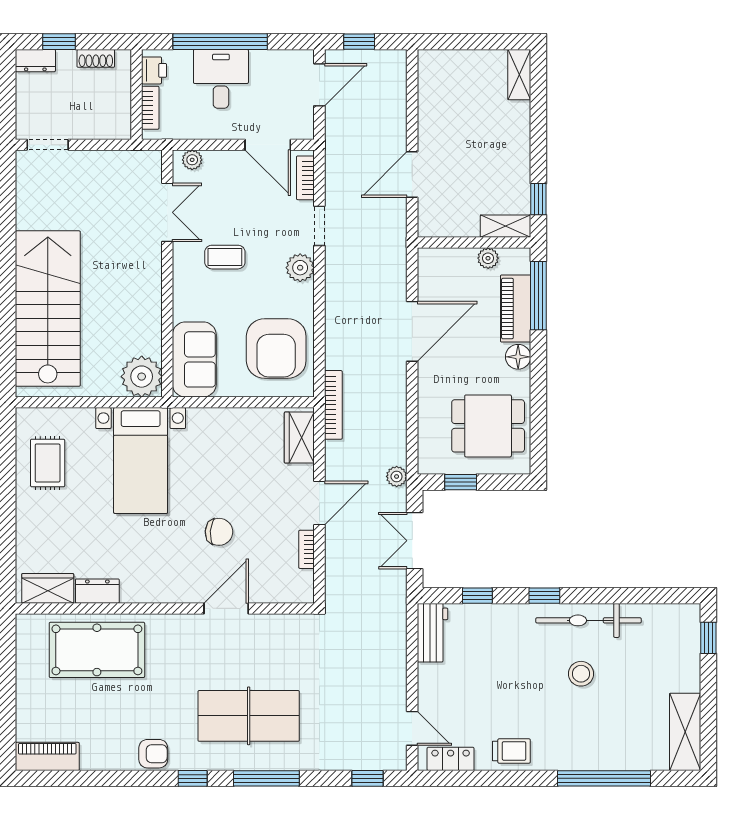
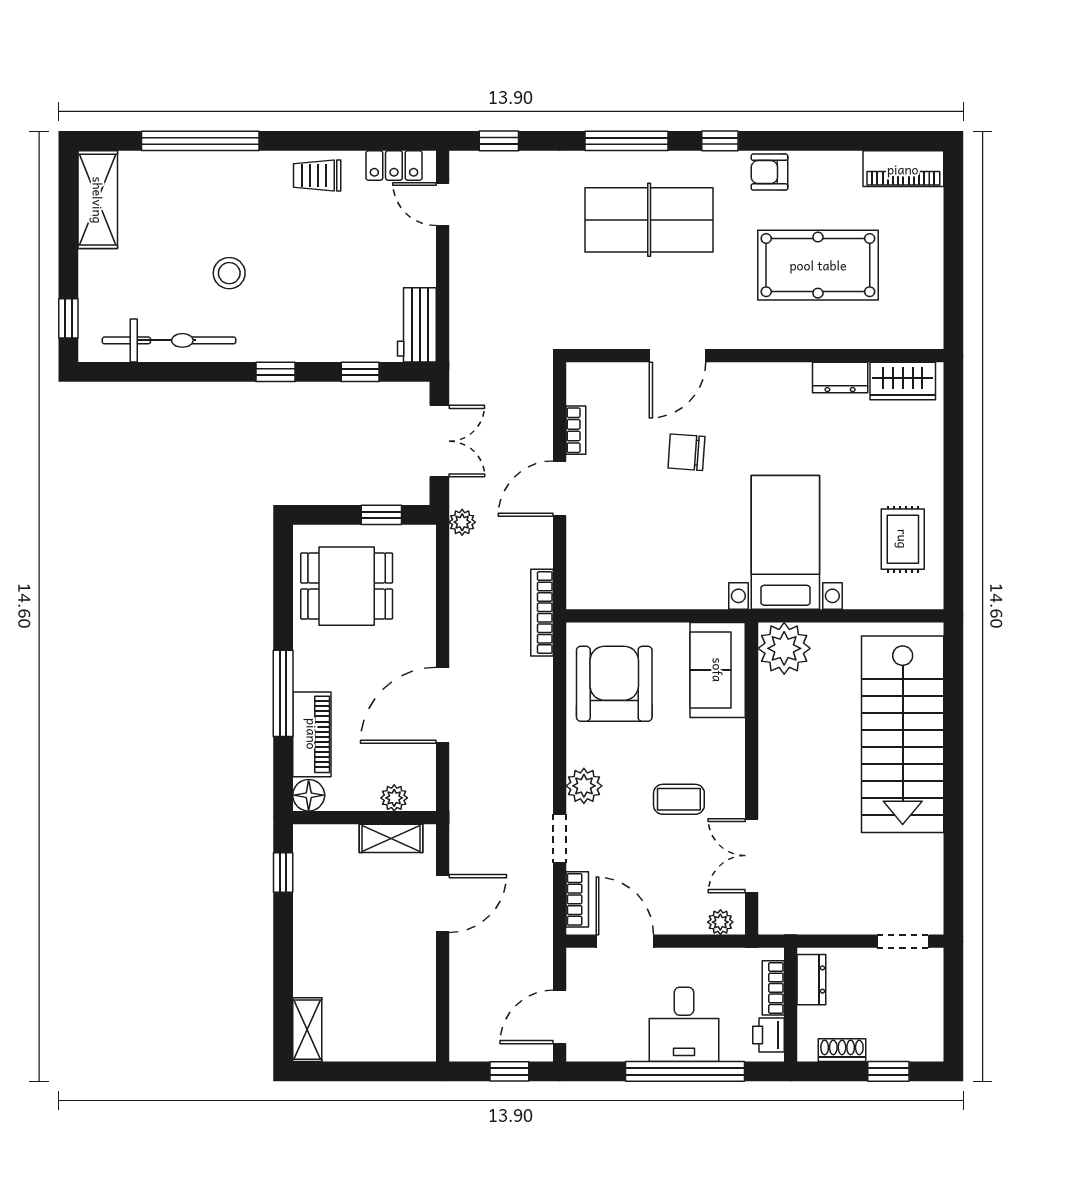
dresser: (35, 61) -> (811, 980), moved, turned 90
shelving: (506, 226) -> (391, 838), moved
plant: (488, 258) -> (394, 798), moved
window: (538, 296) -> (283, 693), moved
floor lamp: (518, 357) -> (309, 795), moved
wardrobe: (299, 438) -> (585, 571), removed
bicycle: (589, 620) -> (169, 340), moved
pool table: (97, 650) -> (818, 265), moved

